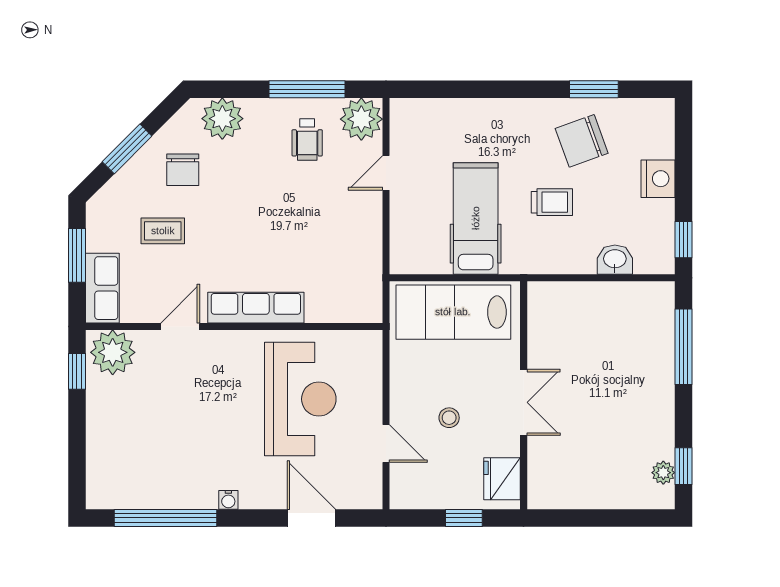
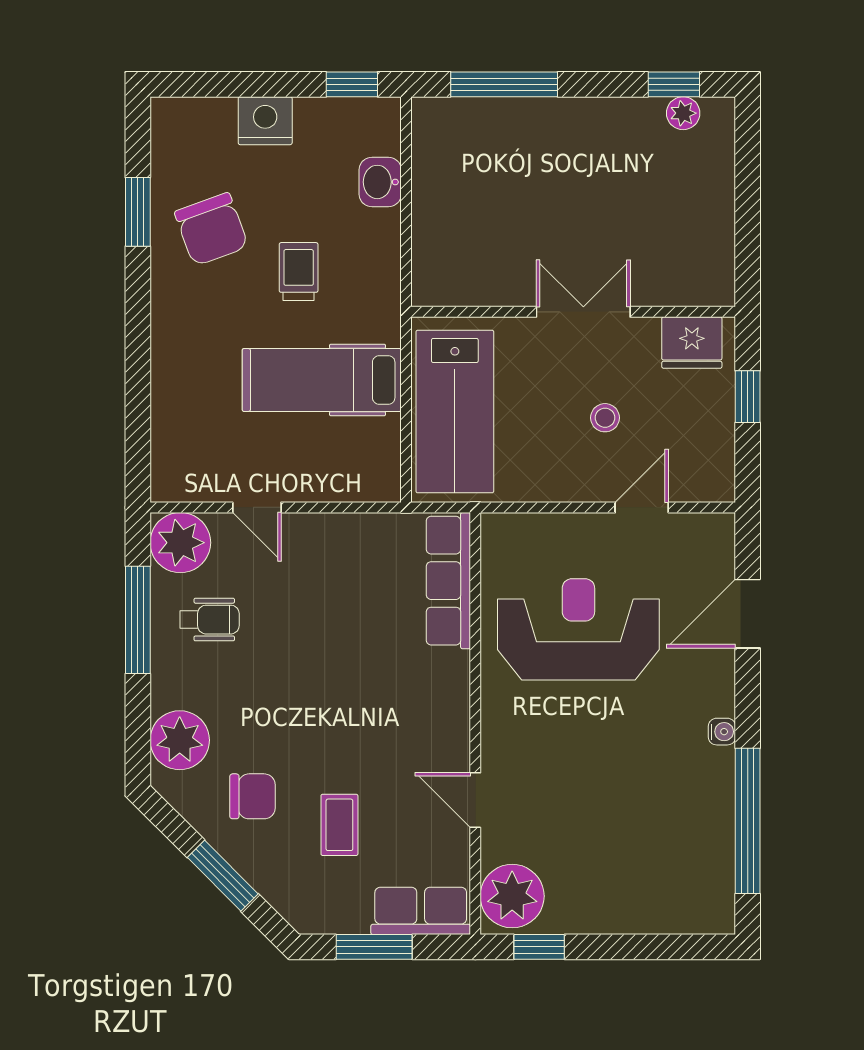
row of seats: (256, 308) -> (448, 581), moved

